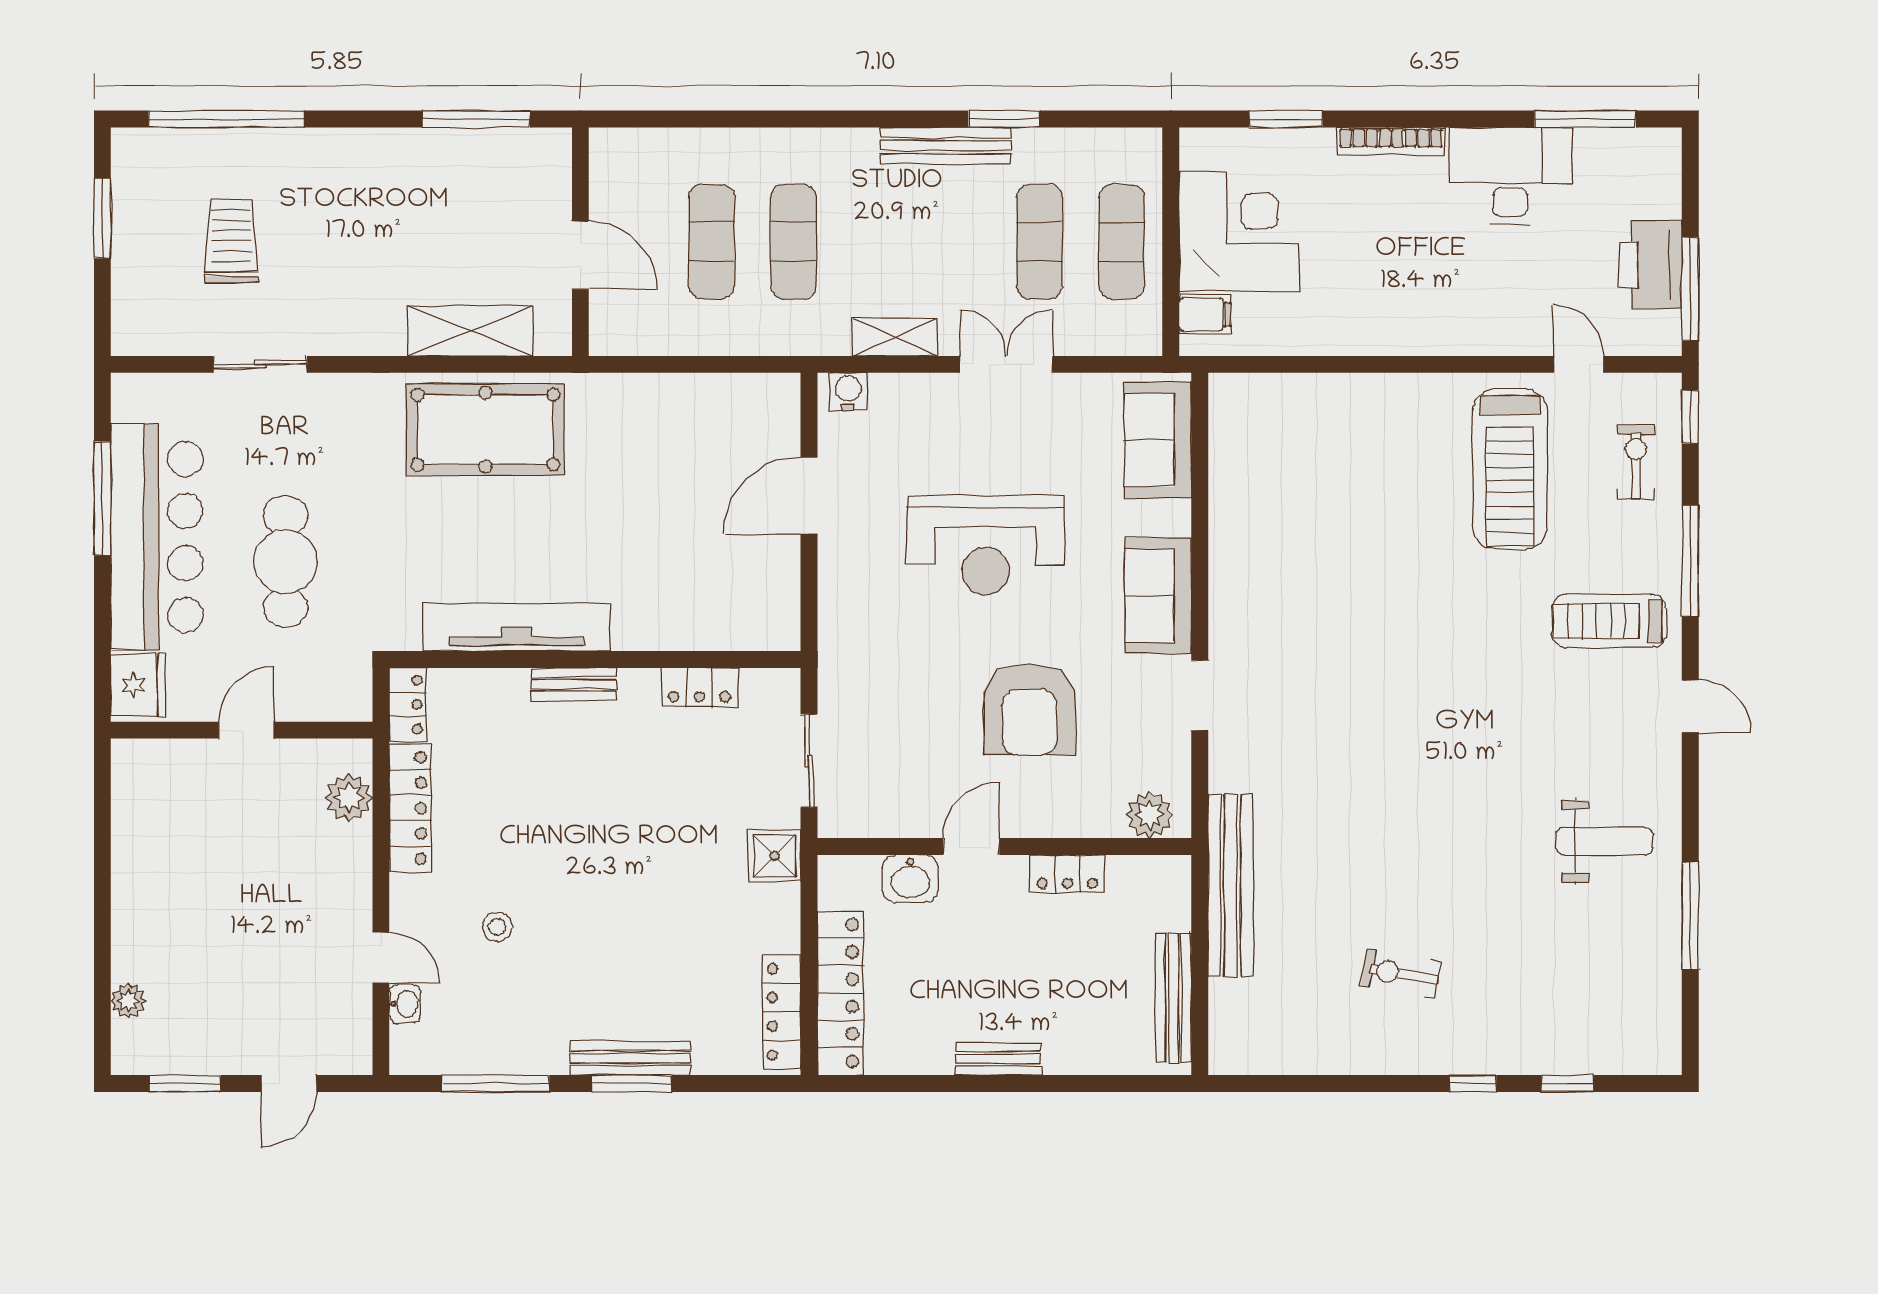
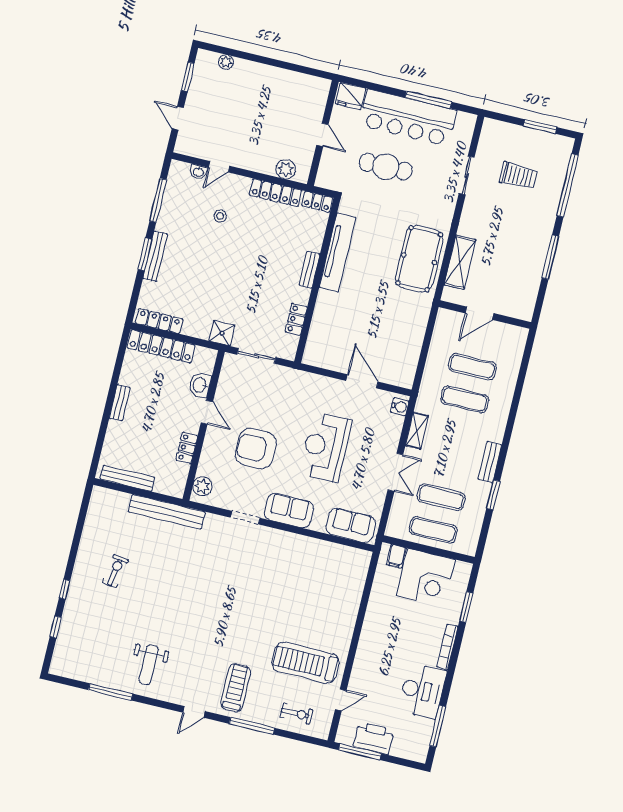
window: (476, 119) -> (550, 257), moved
bench: (946, 146) -> (490, 462), width x0.73
window: (1690, 417) -> (309, 739), removed

